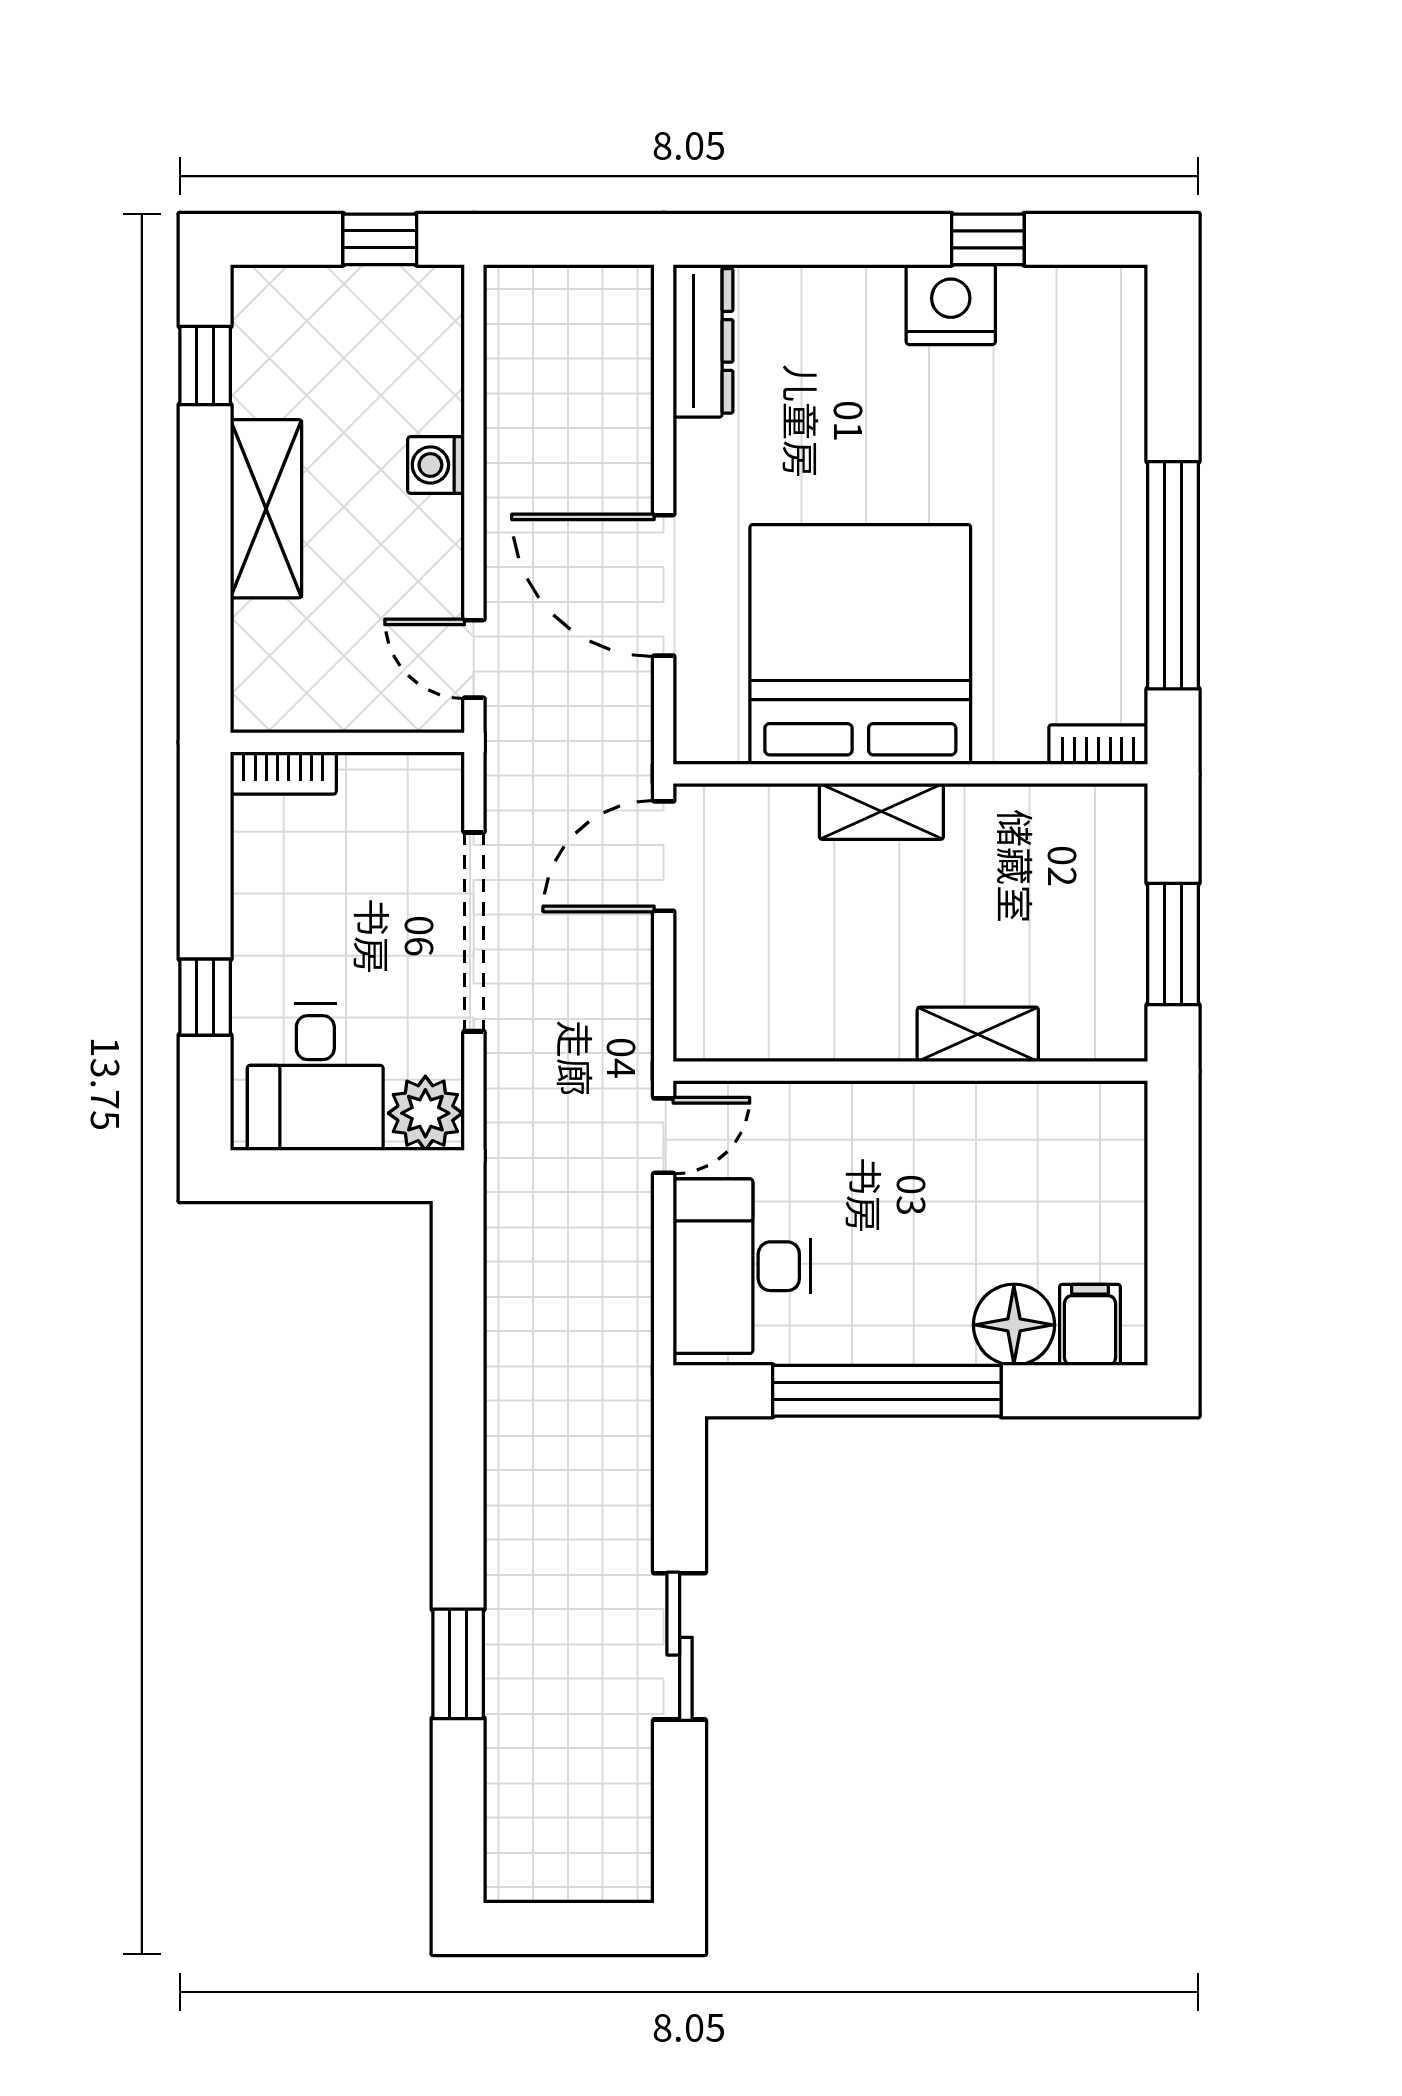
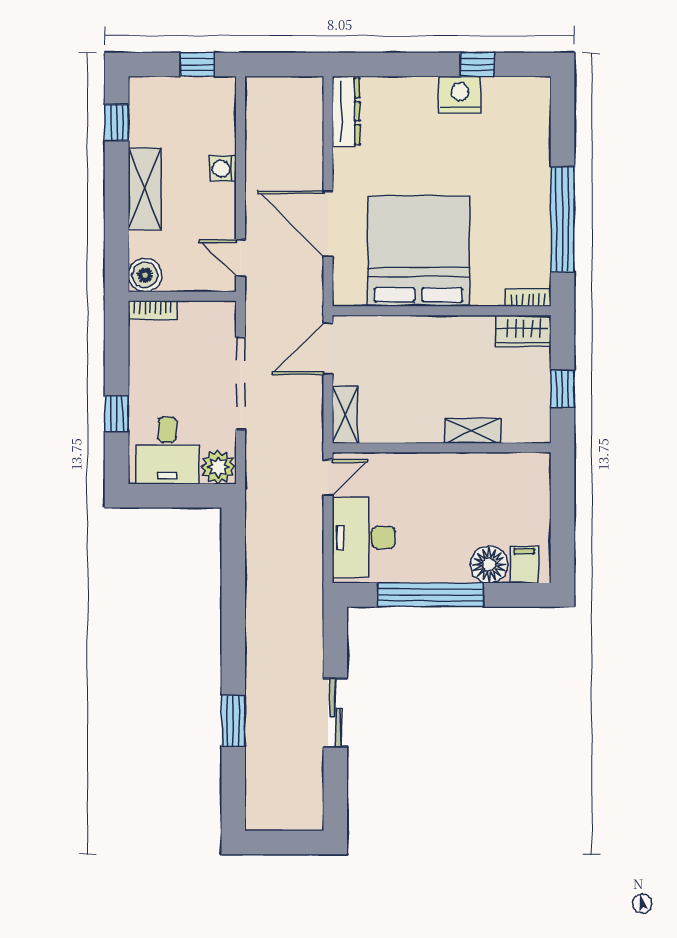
boiler: (267, 697) -> (145, 275), added
shelving: (881, 811) -> (345, 415), moved, turned 90
wardrobe: (1088, 818) -> (523, 331), added
window: (1173, 944) -> (562, 389), width x0.67

